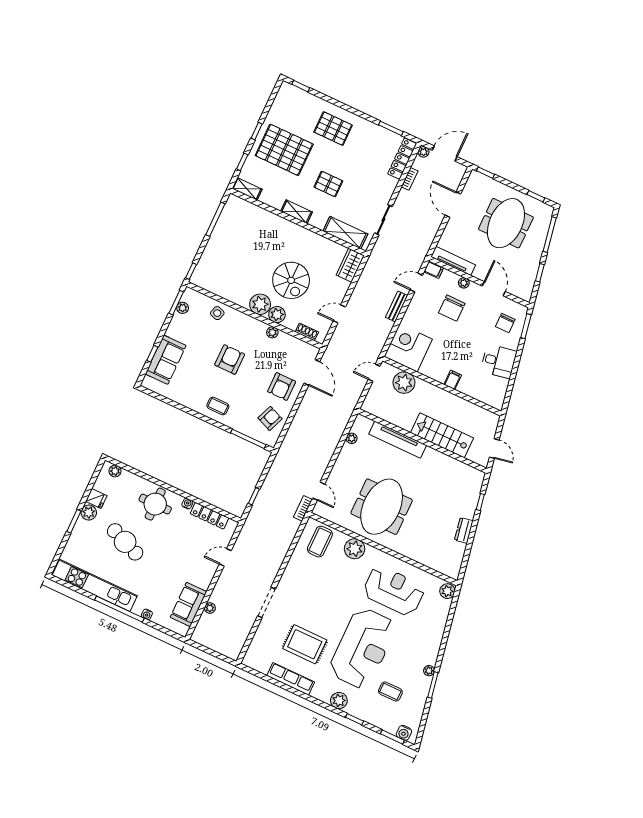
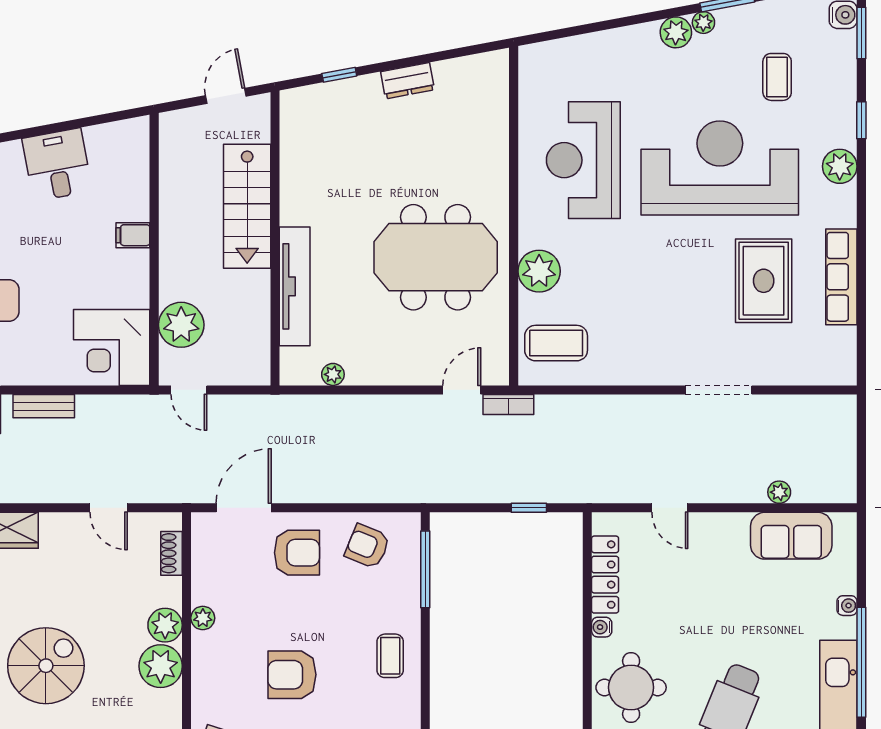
spiral stairs: (291, 280) -> (46, 666), moved
plant: (447, 591) -> (676, 32), moved

